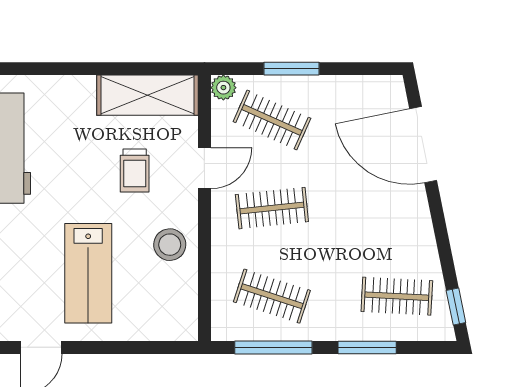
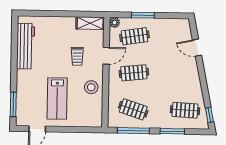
shelving: (148, 95) -> (90, 23), width x0.67, depth x0.75
clothes rail: (272, 120) -> (134, 36), turned -33
door: (423, 145) -> (197, 48), width x0.53

